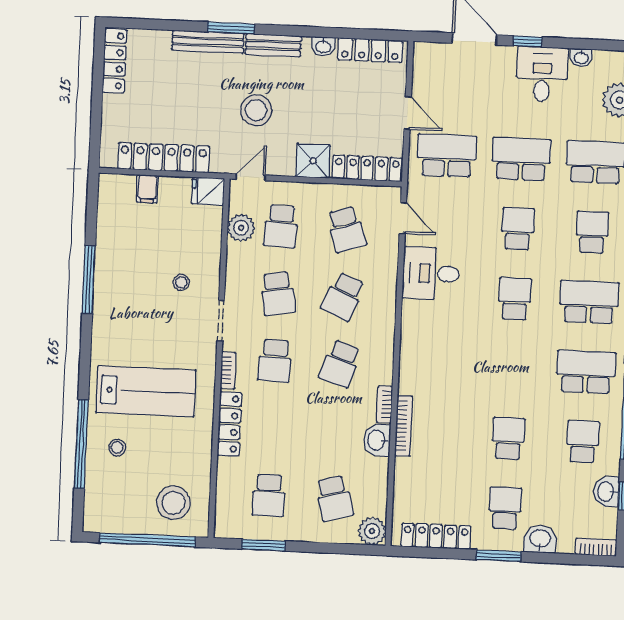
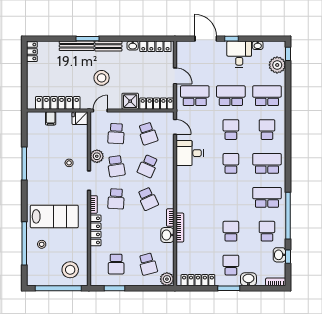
locker: (115, 61) -> (32, 52), width x0.66
plant: (241, 228) -> (97, 156), moved
school desk: (340, 364) -> (148, 199), turned -42

